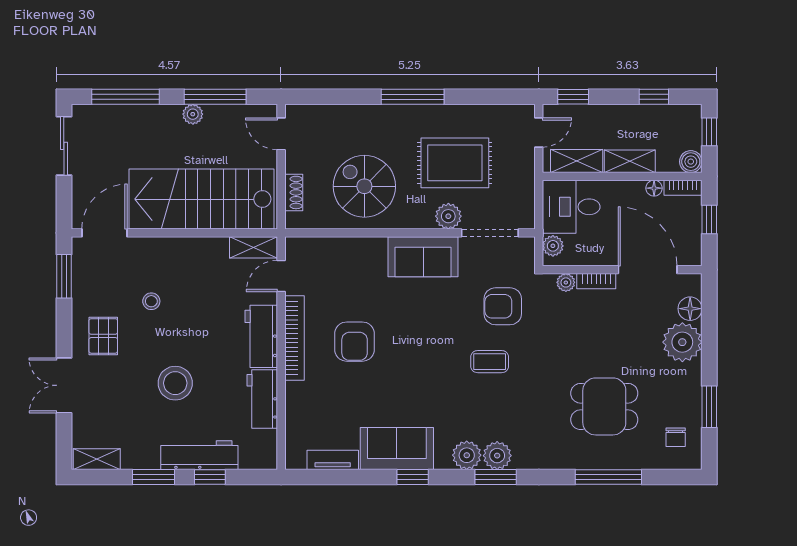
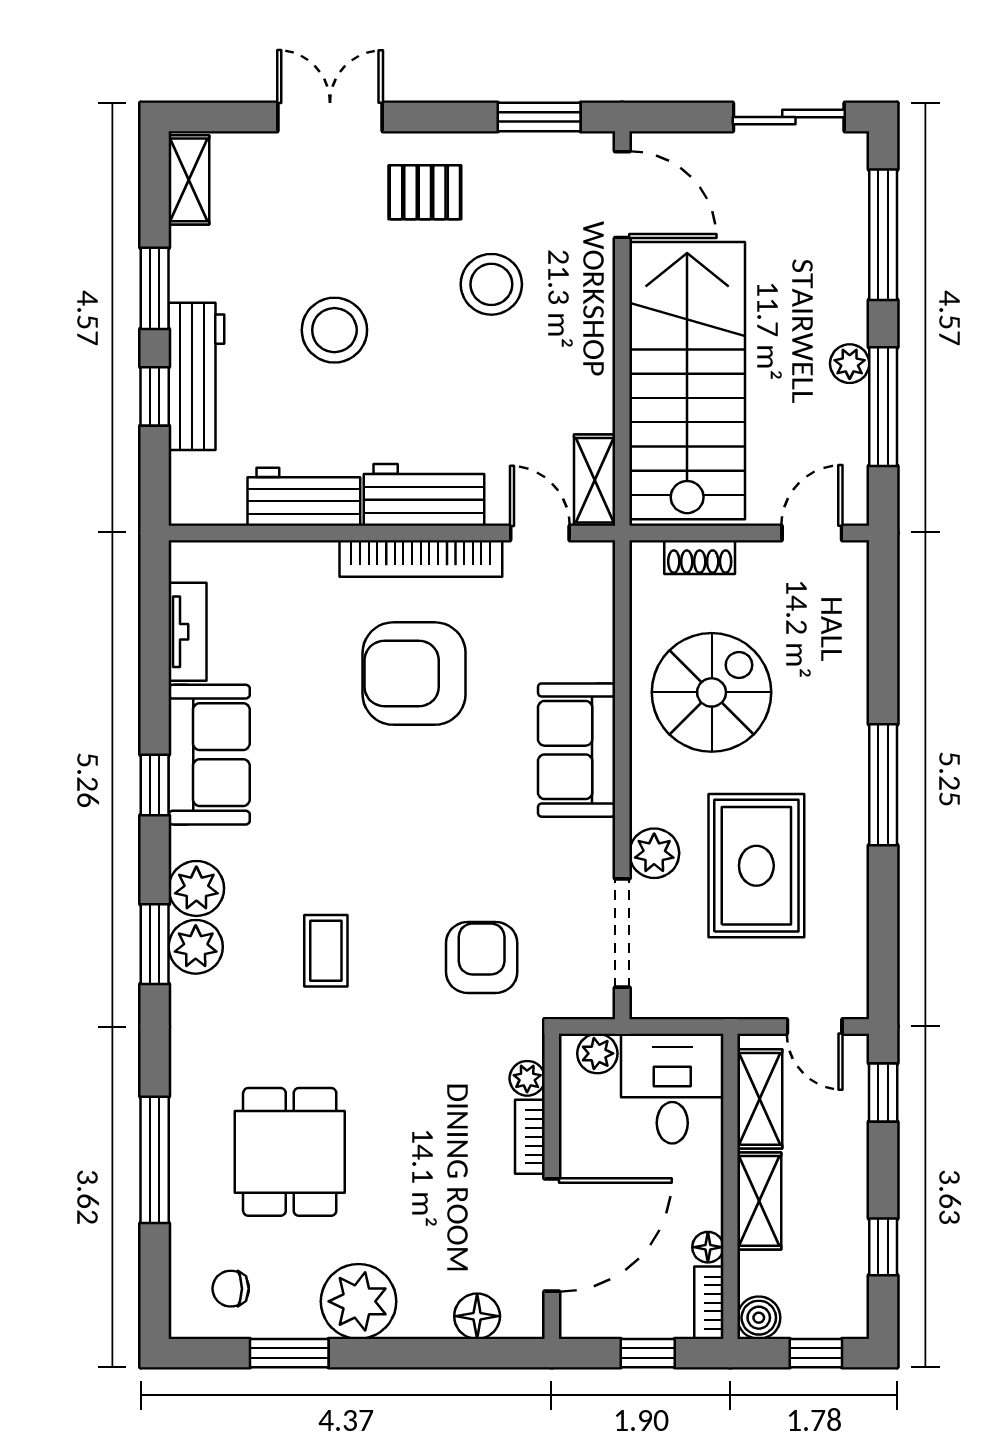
sofa: (423, 257) -> (577, 750), moved
stool: (151, 301) -> (491, 284), width x1.89, depth x1.89
armchair: (355, 342) -> (414, 674), width x1.36, depth x1.36
plant: (682, 342) -> (359, 1301), moved
coffee table: (490, 362) -> (326, 951), moved

